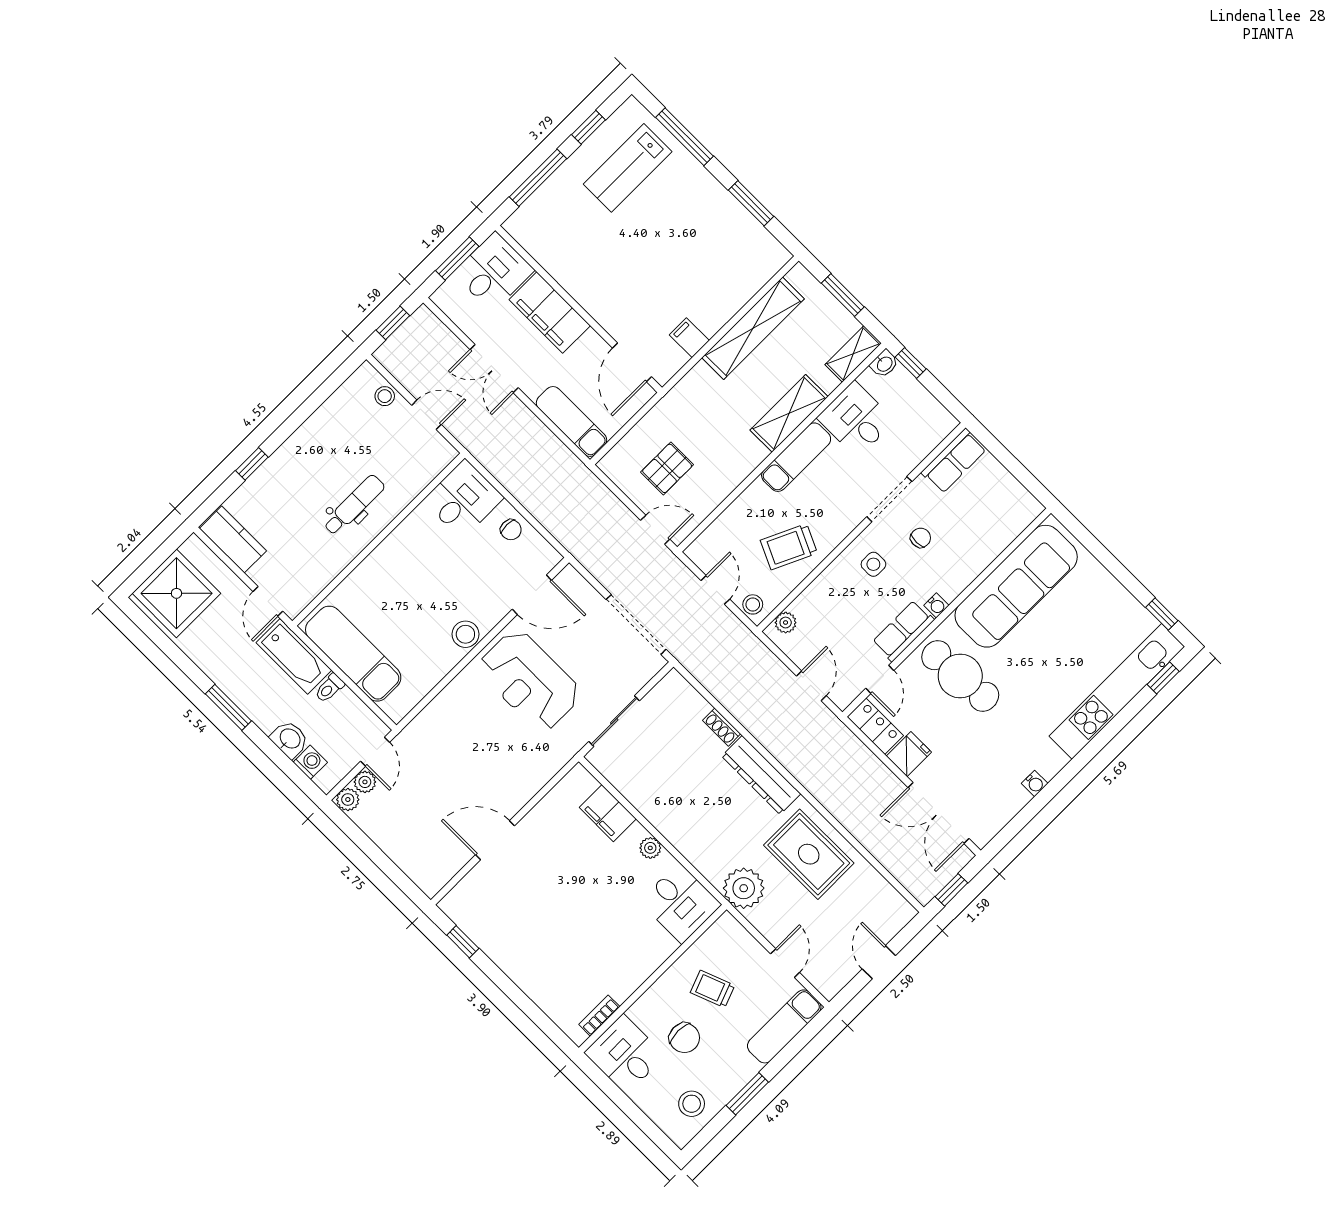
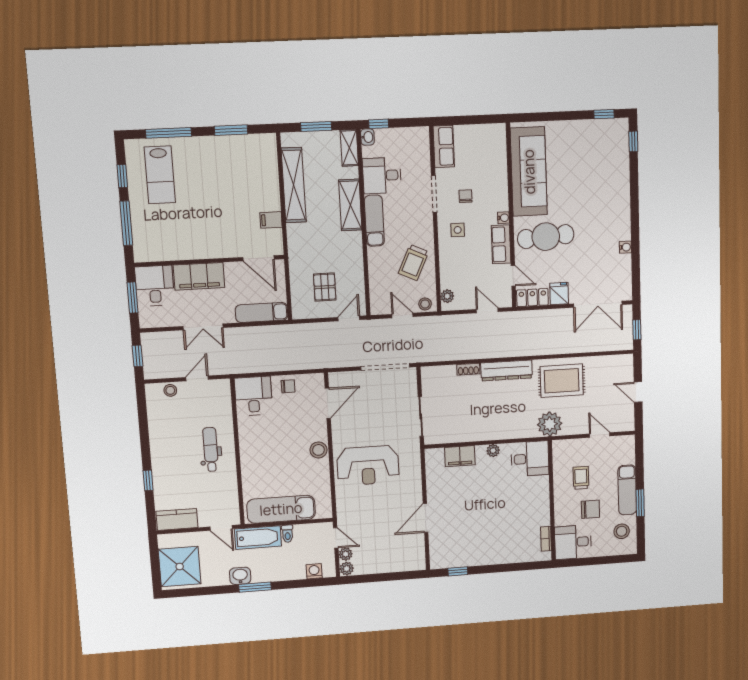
reception desk: (529, 681) -> (368, 466), moved
kitchen unit: (1117, 691) -> (620, 169), removed
washbasin: (290, 739) -> (240, 576), moved
trolley: (713, 989) -> (581, 478), turned 111
exam couch: (784, 1026) -> (627, 490), moved

